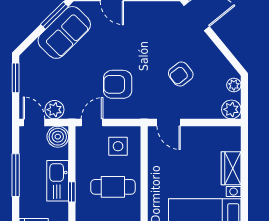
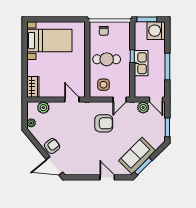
armchair: (181, 74) -> (52, 146), moved
plant: (231, 109) -> (43, 108), moved
boiler: (58, 137) -> (141, 91), removed
wardrobe: (231, 168) -> (33, 87), moved

